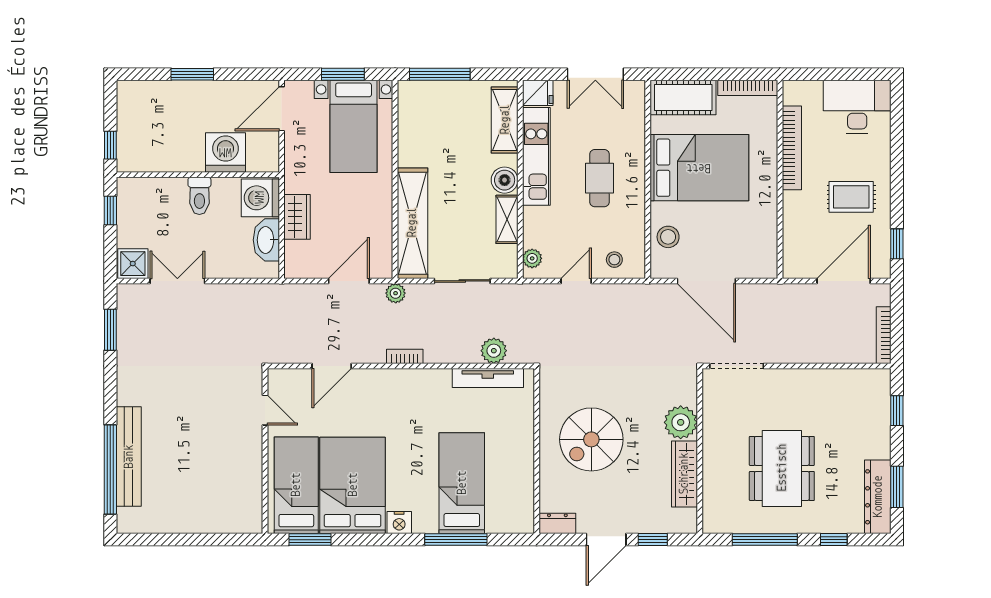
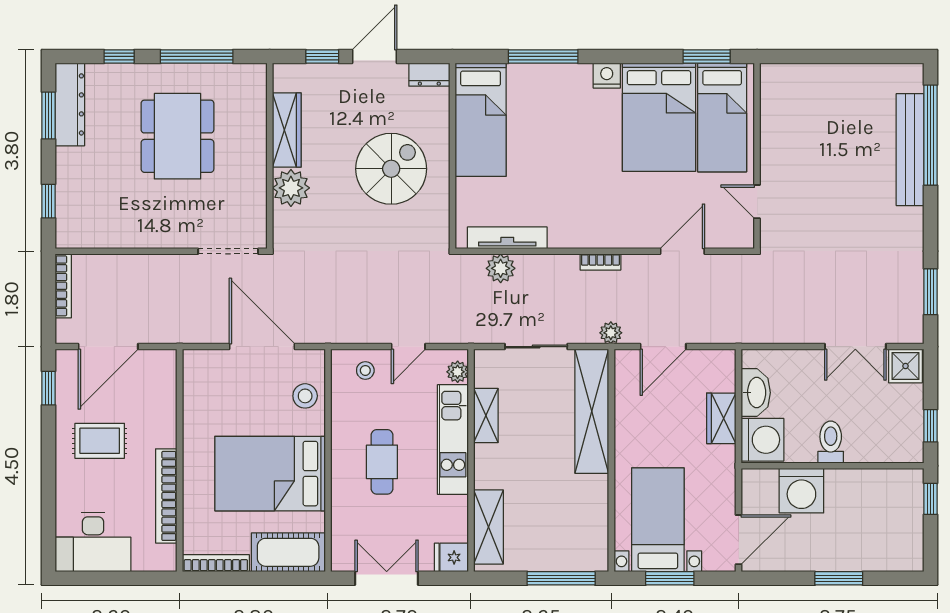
kitchen unit: (536, 156) -> (453, 440), moved
boiler: (505, 180) -> (488, 460), removed
bed: (462, 483) -> (481, 120), moved

